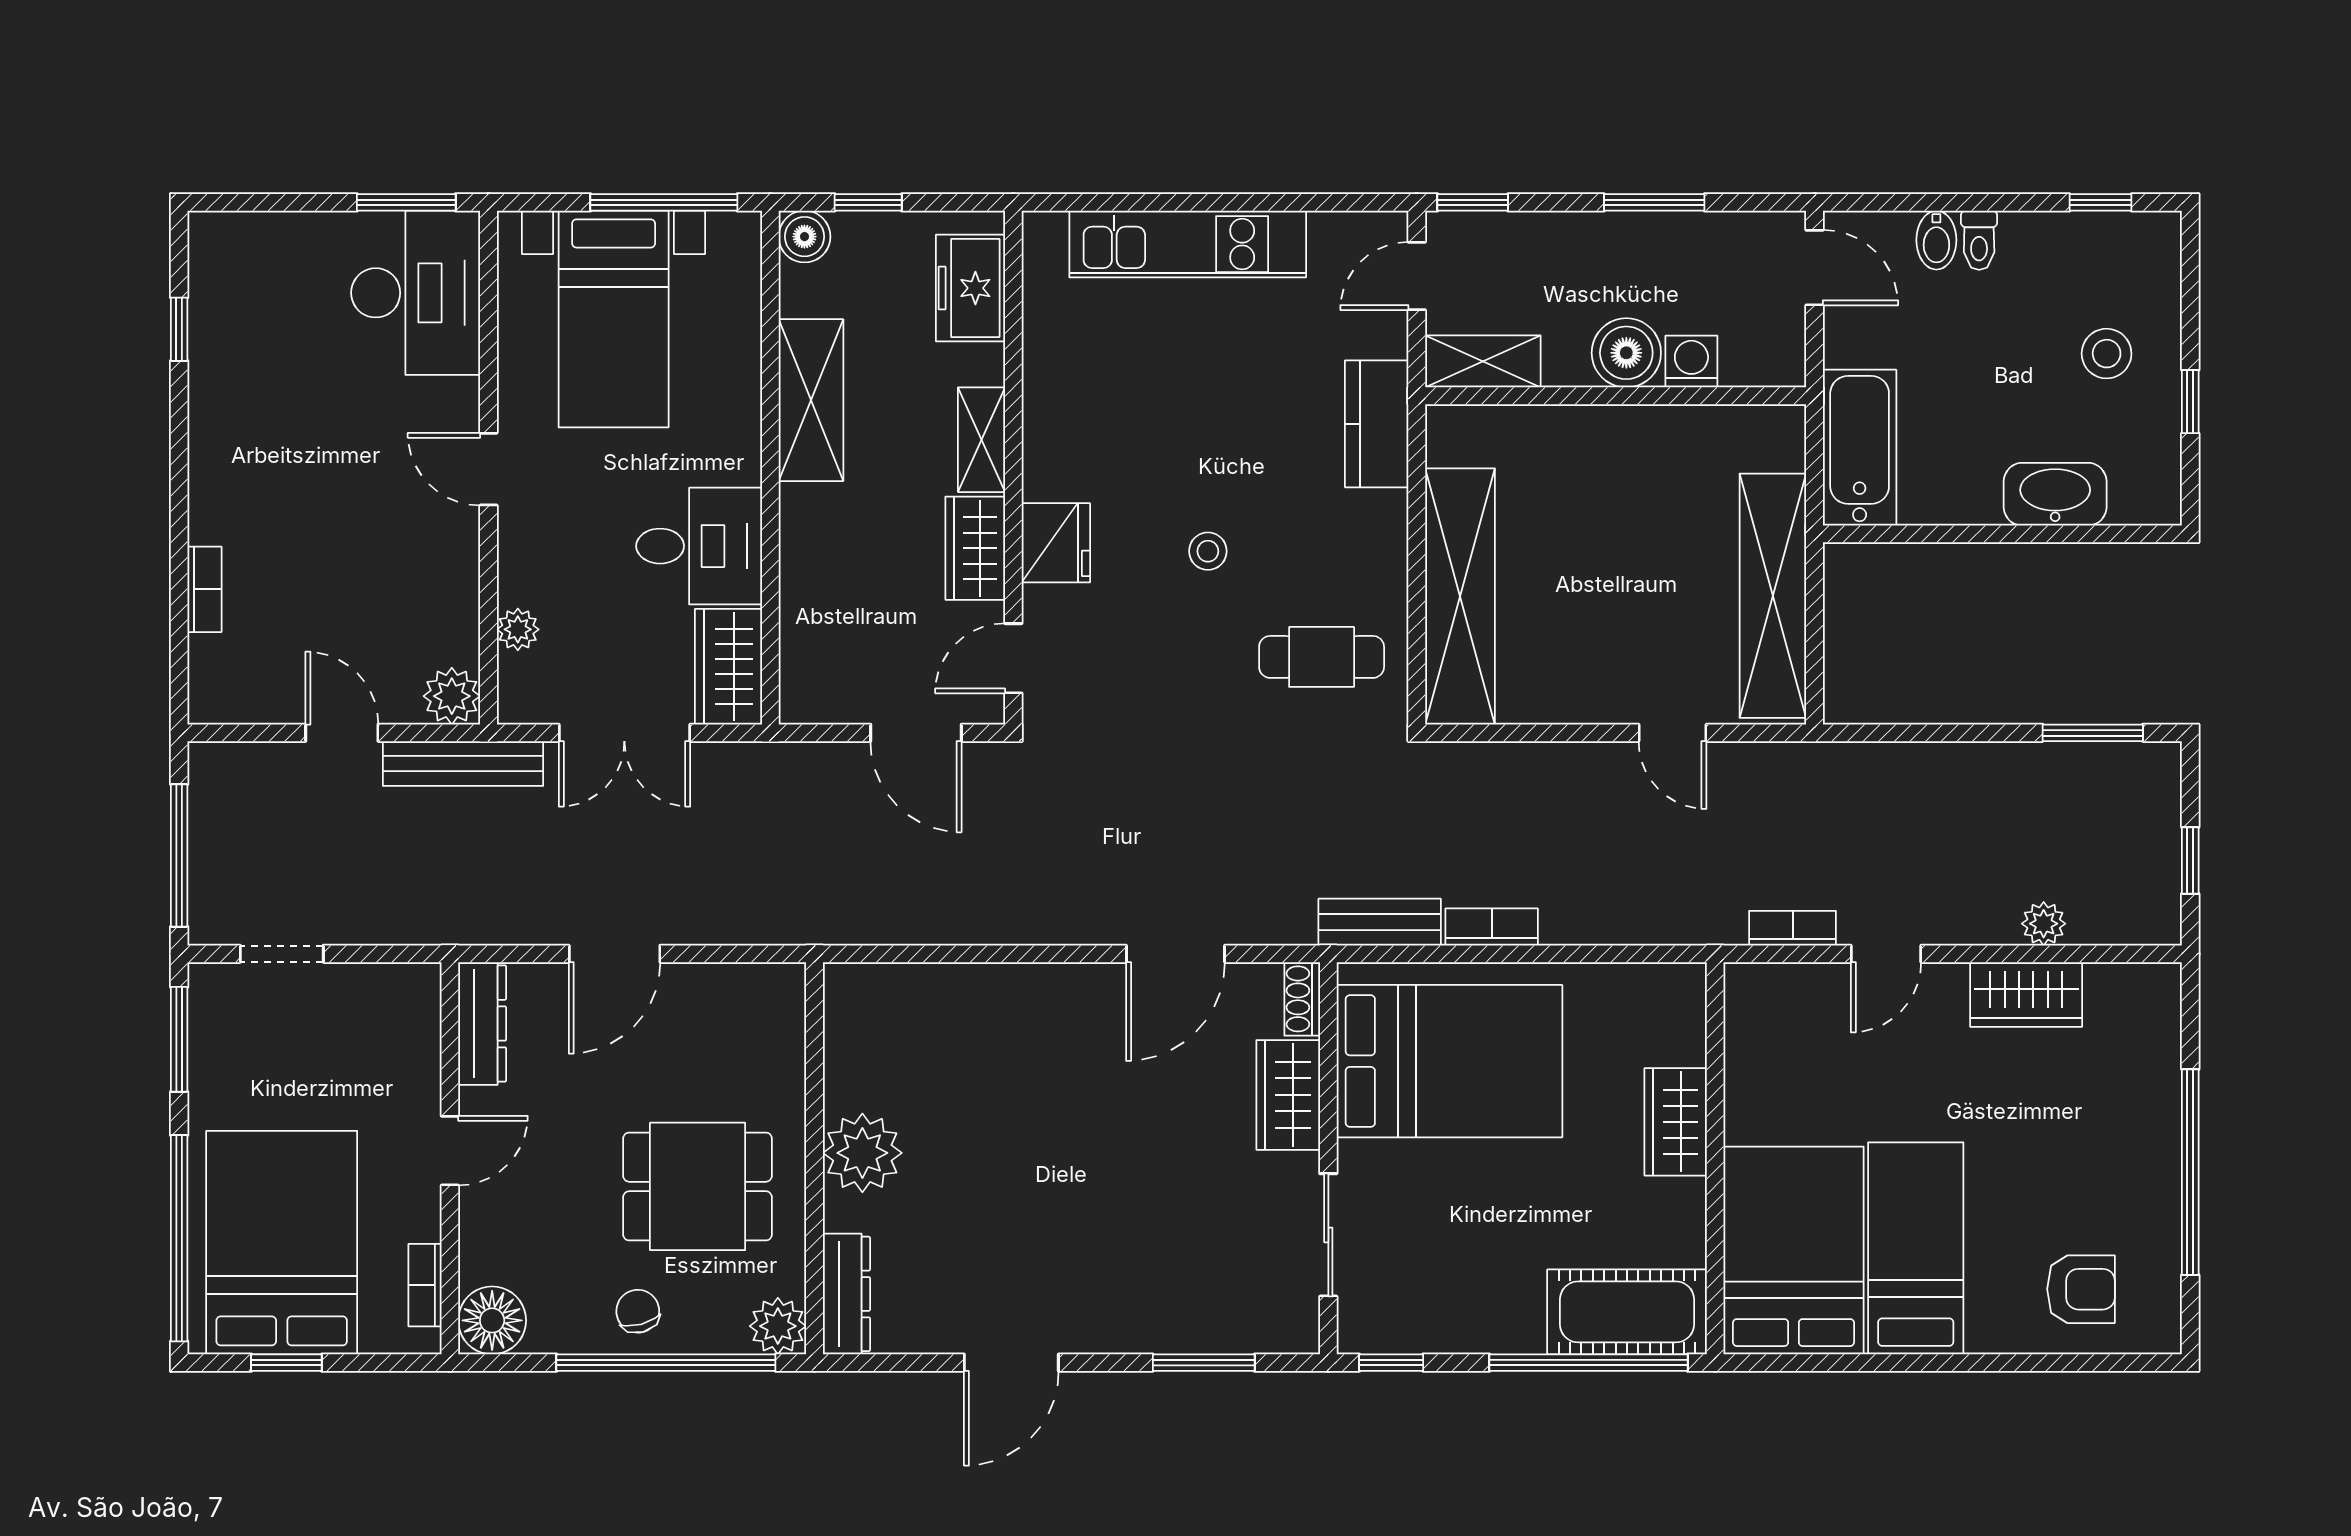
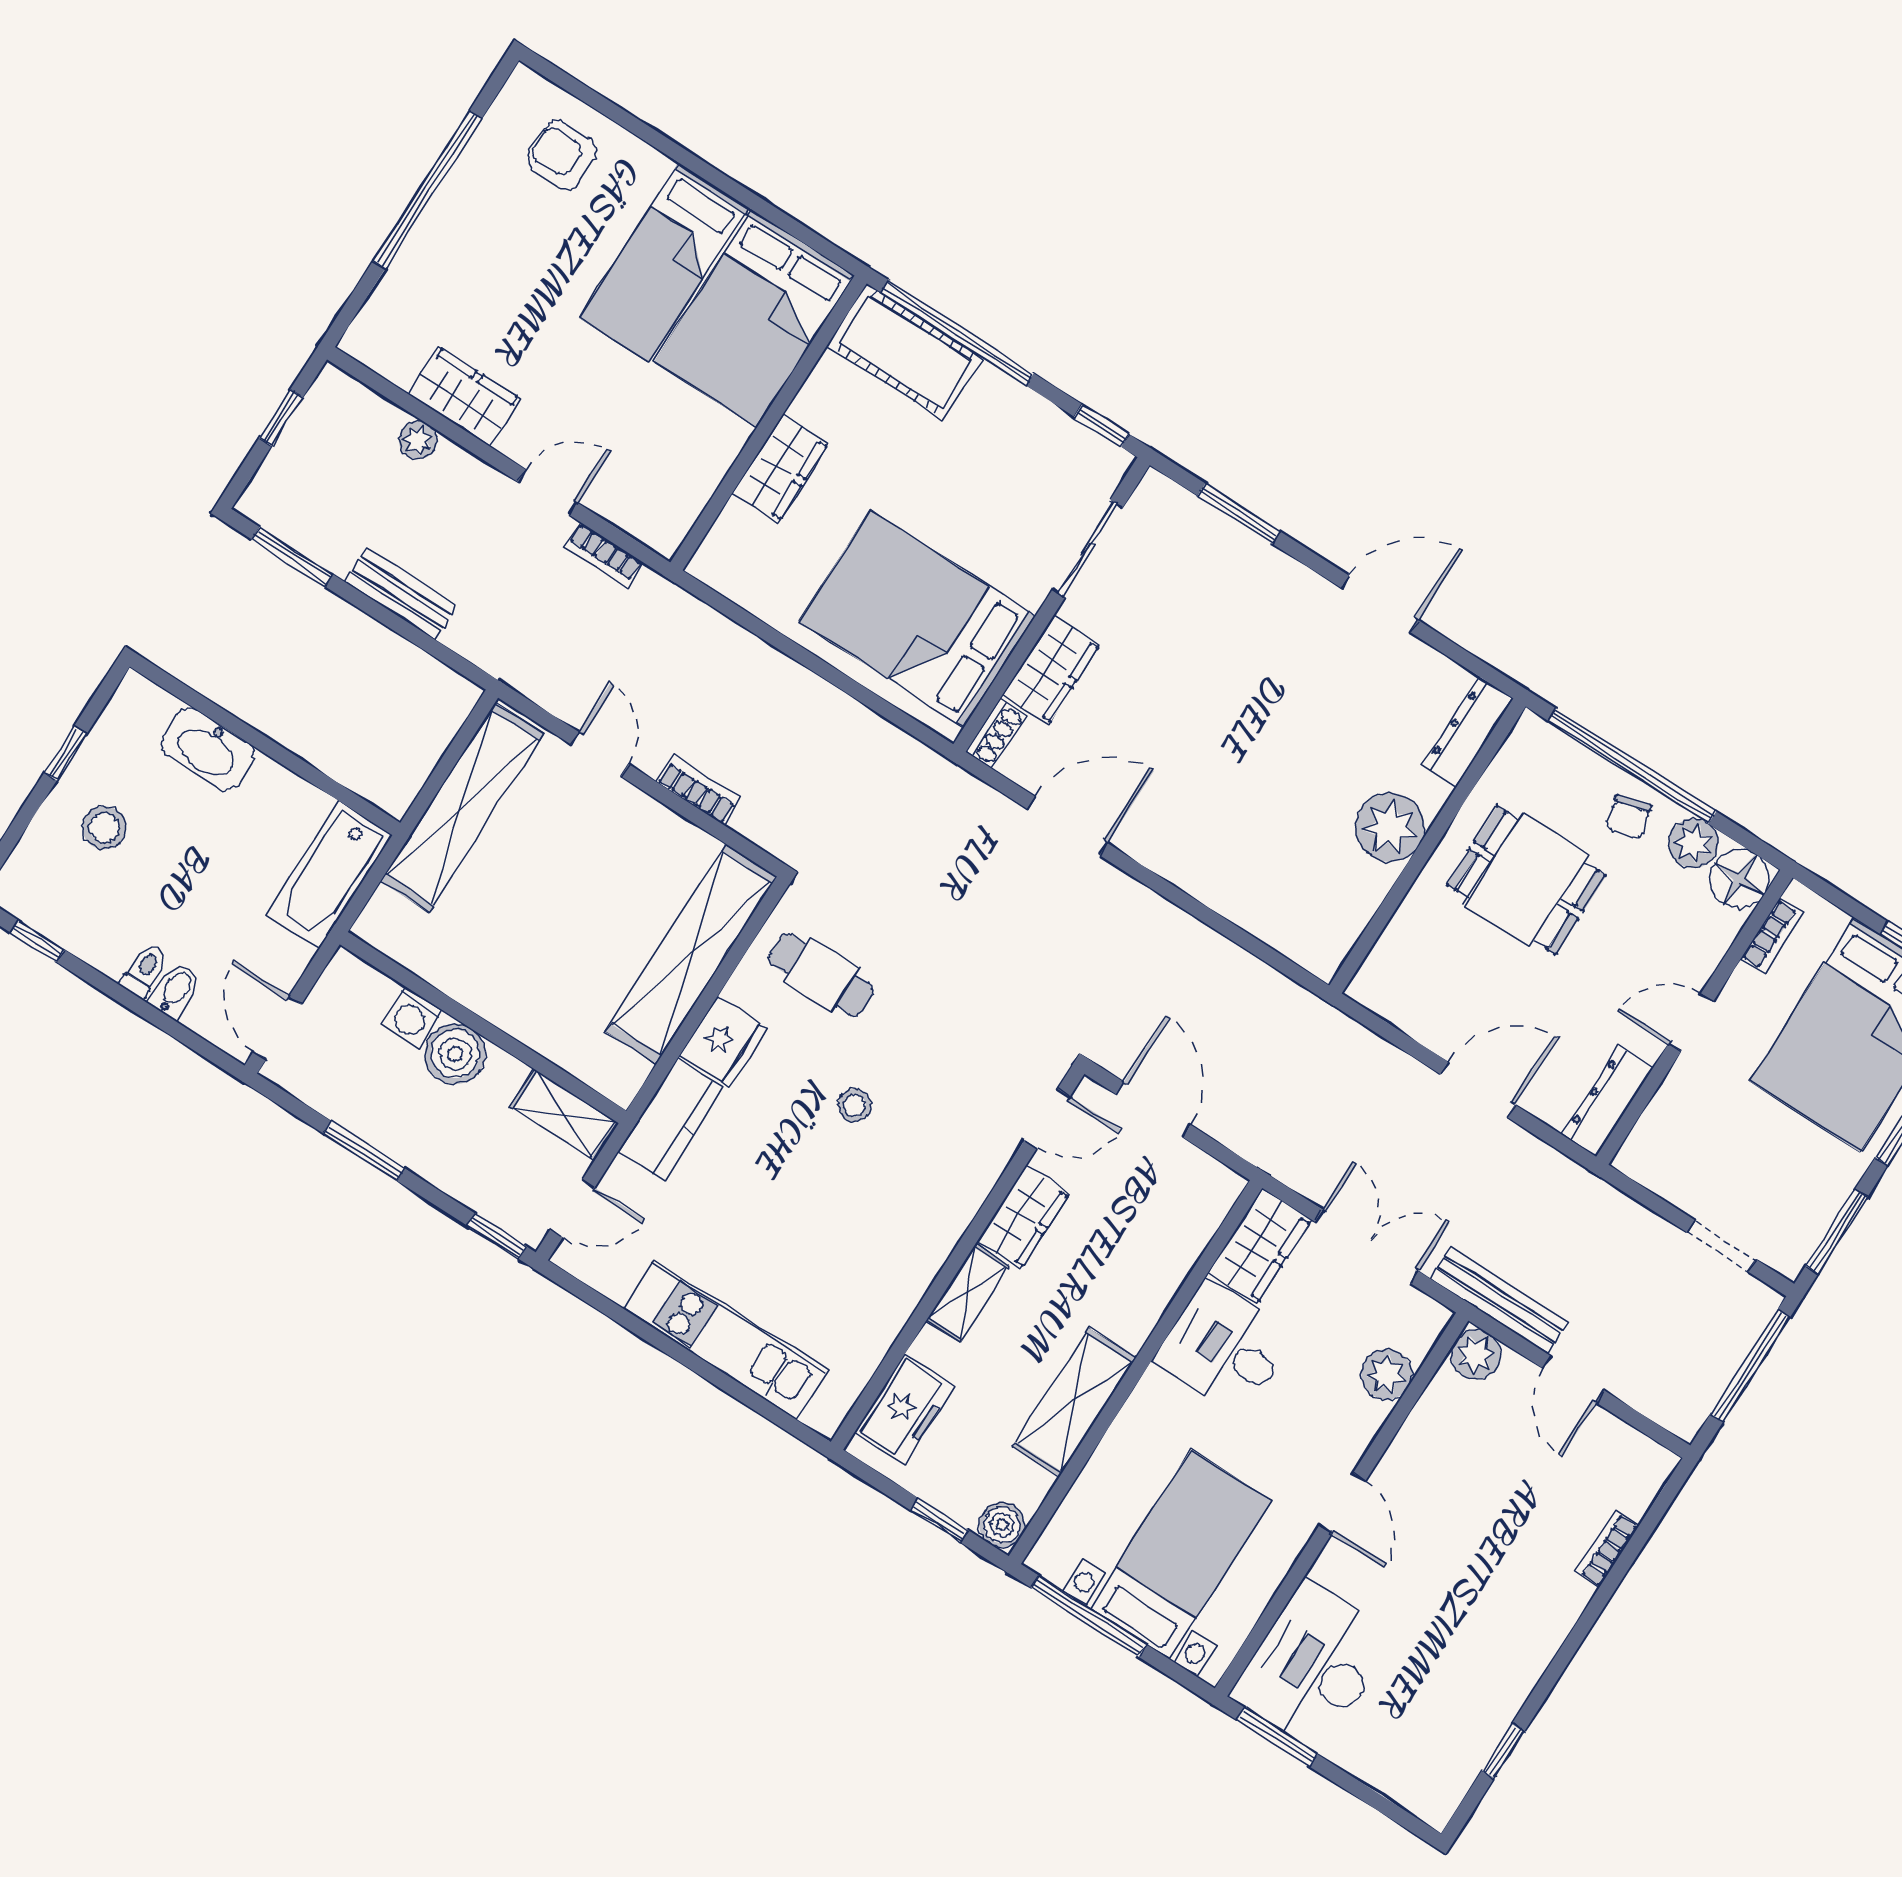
fridge: (1056, 543) -> (723, 1042), moved, turned 180
plant: (518, 629) -> (1387, 1374), width x1.38, depth x1.38
bench: (1380, 922) -> (401, 594), moved
bookcase: (1492, 927) -> (698, 790), moved, turned 180
plant: (778, 1326) -> (1693, 843), moved

